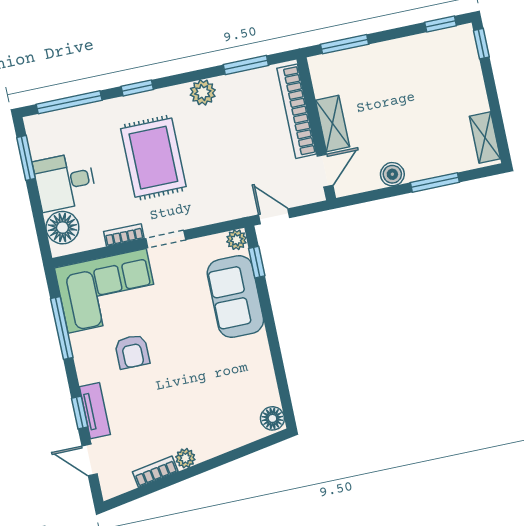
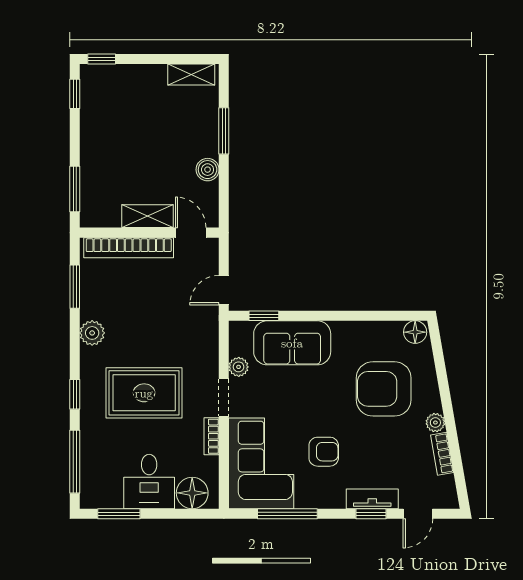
plant: (237, 240) -> (239, 367), moved
armchair: (208, 399) -> (384, 389), added

